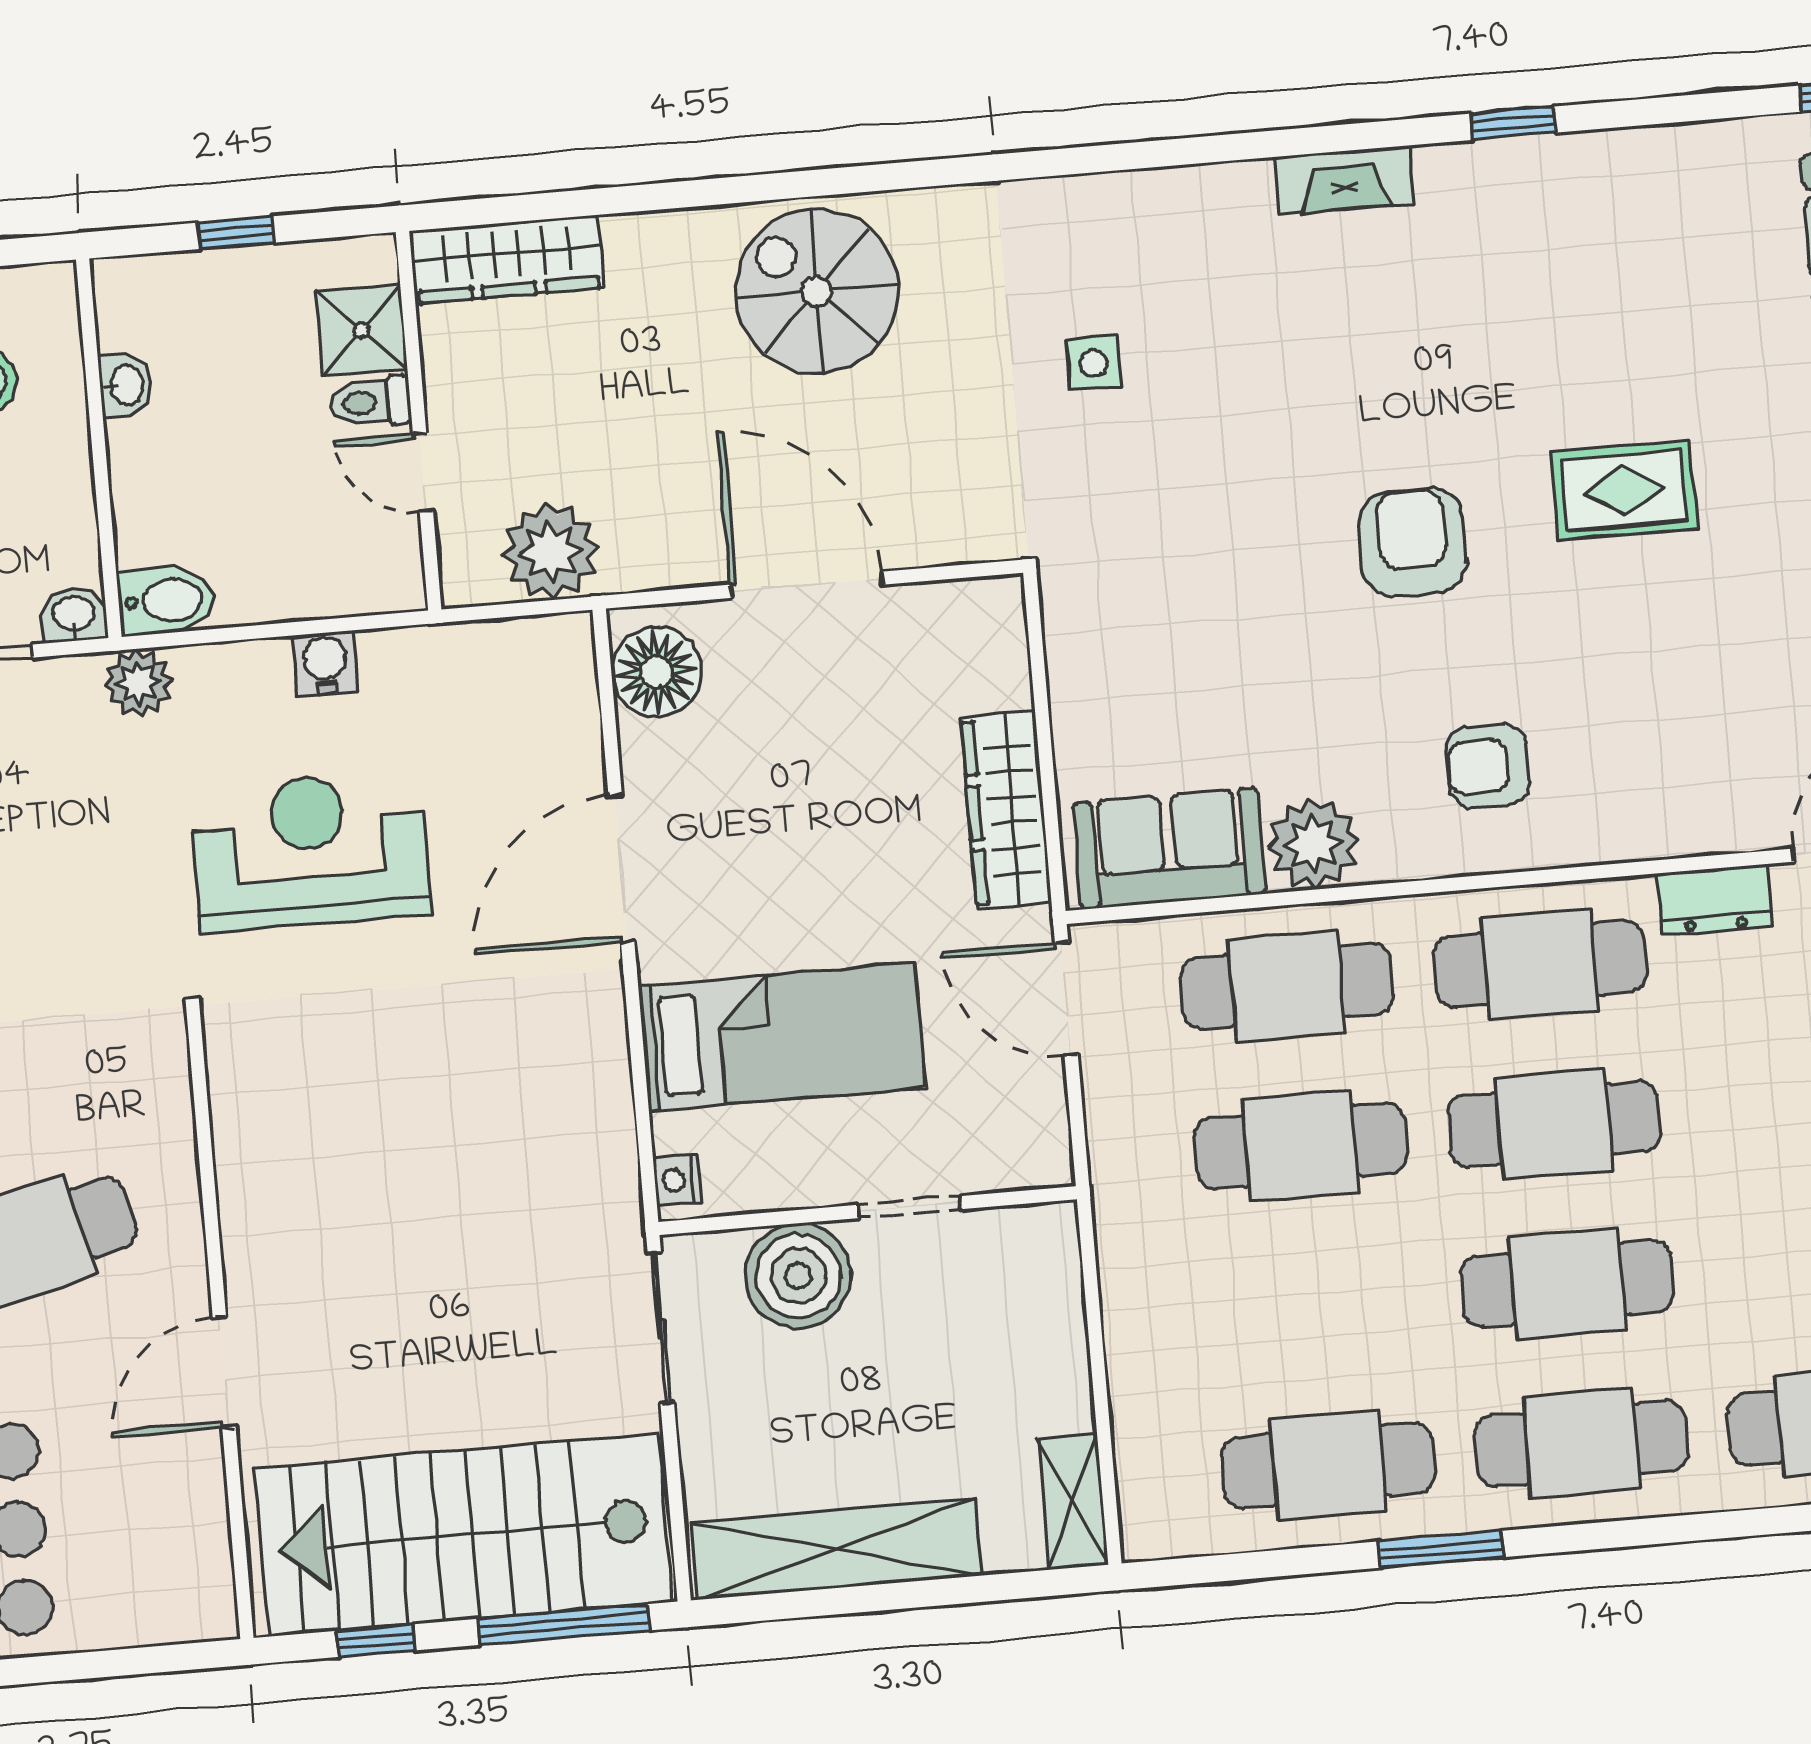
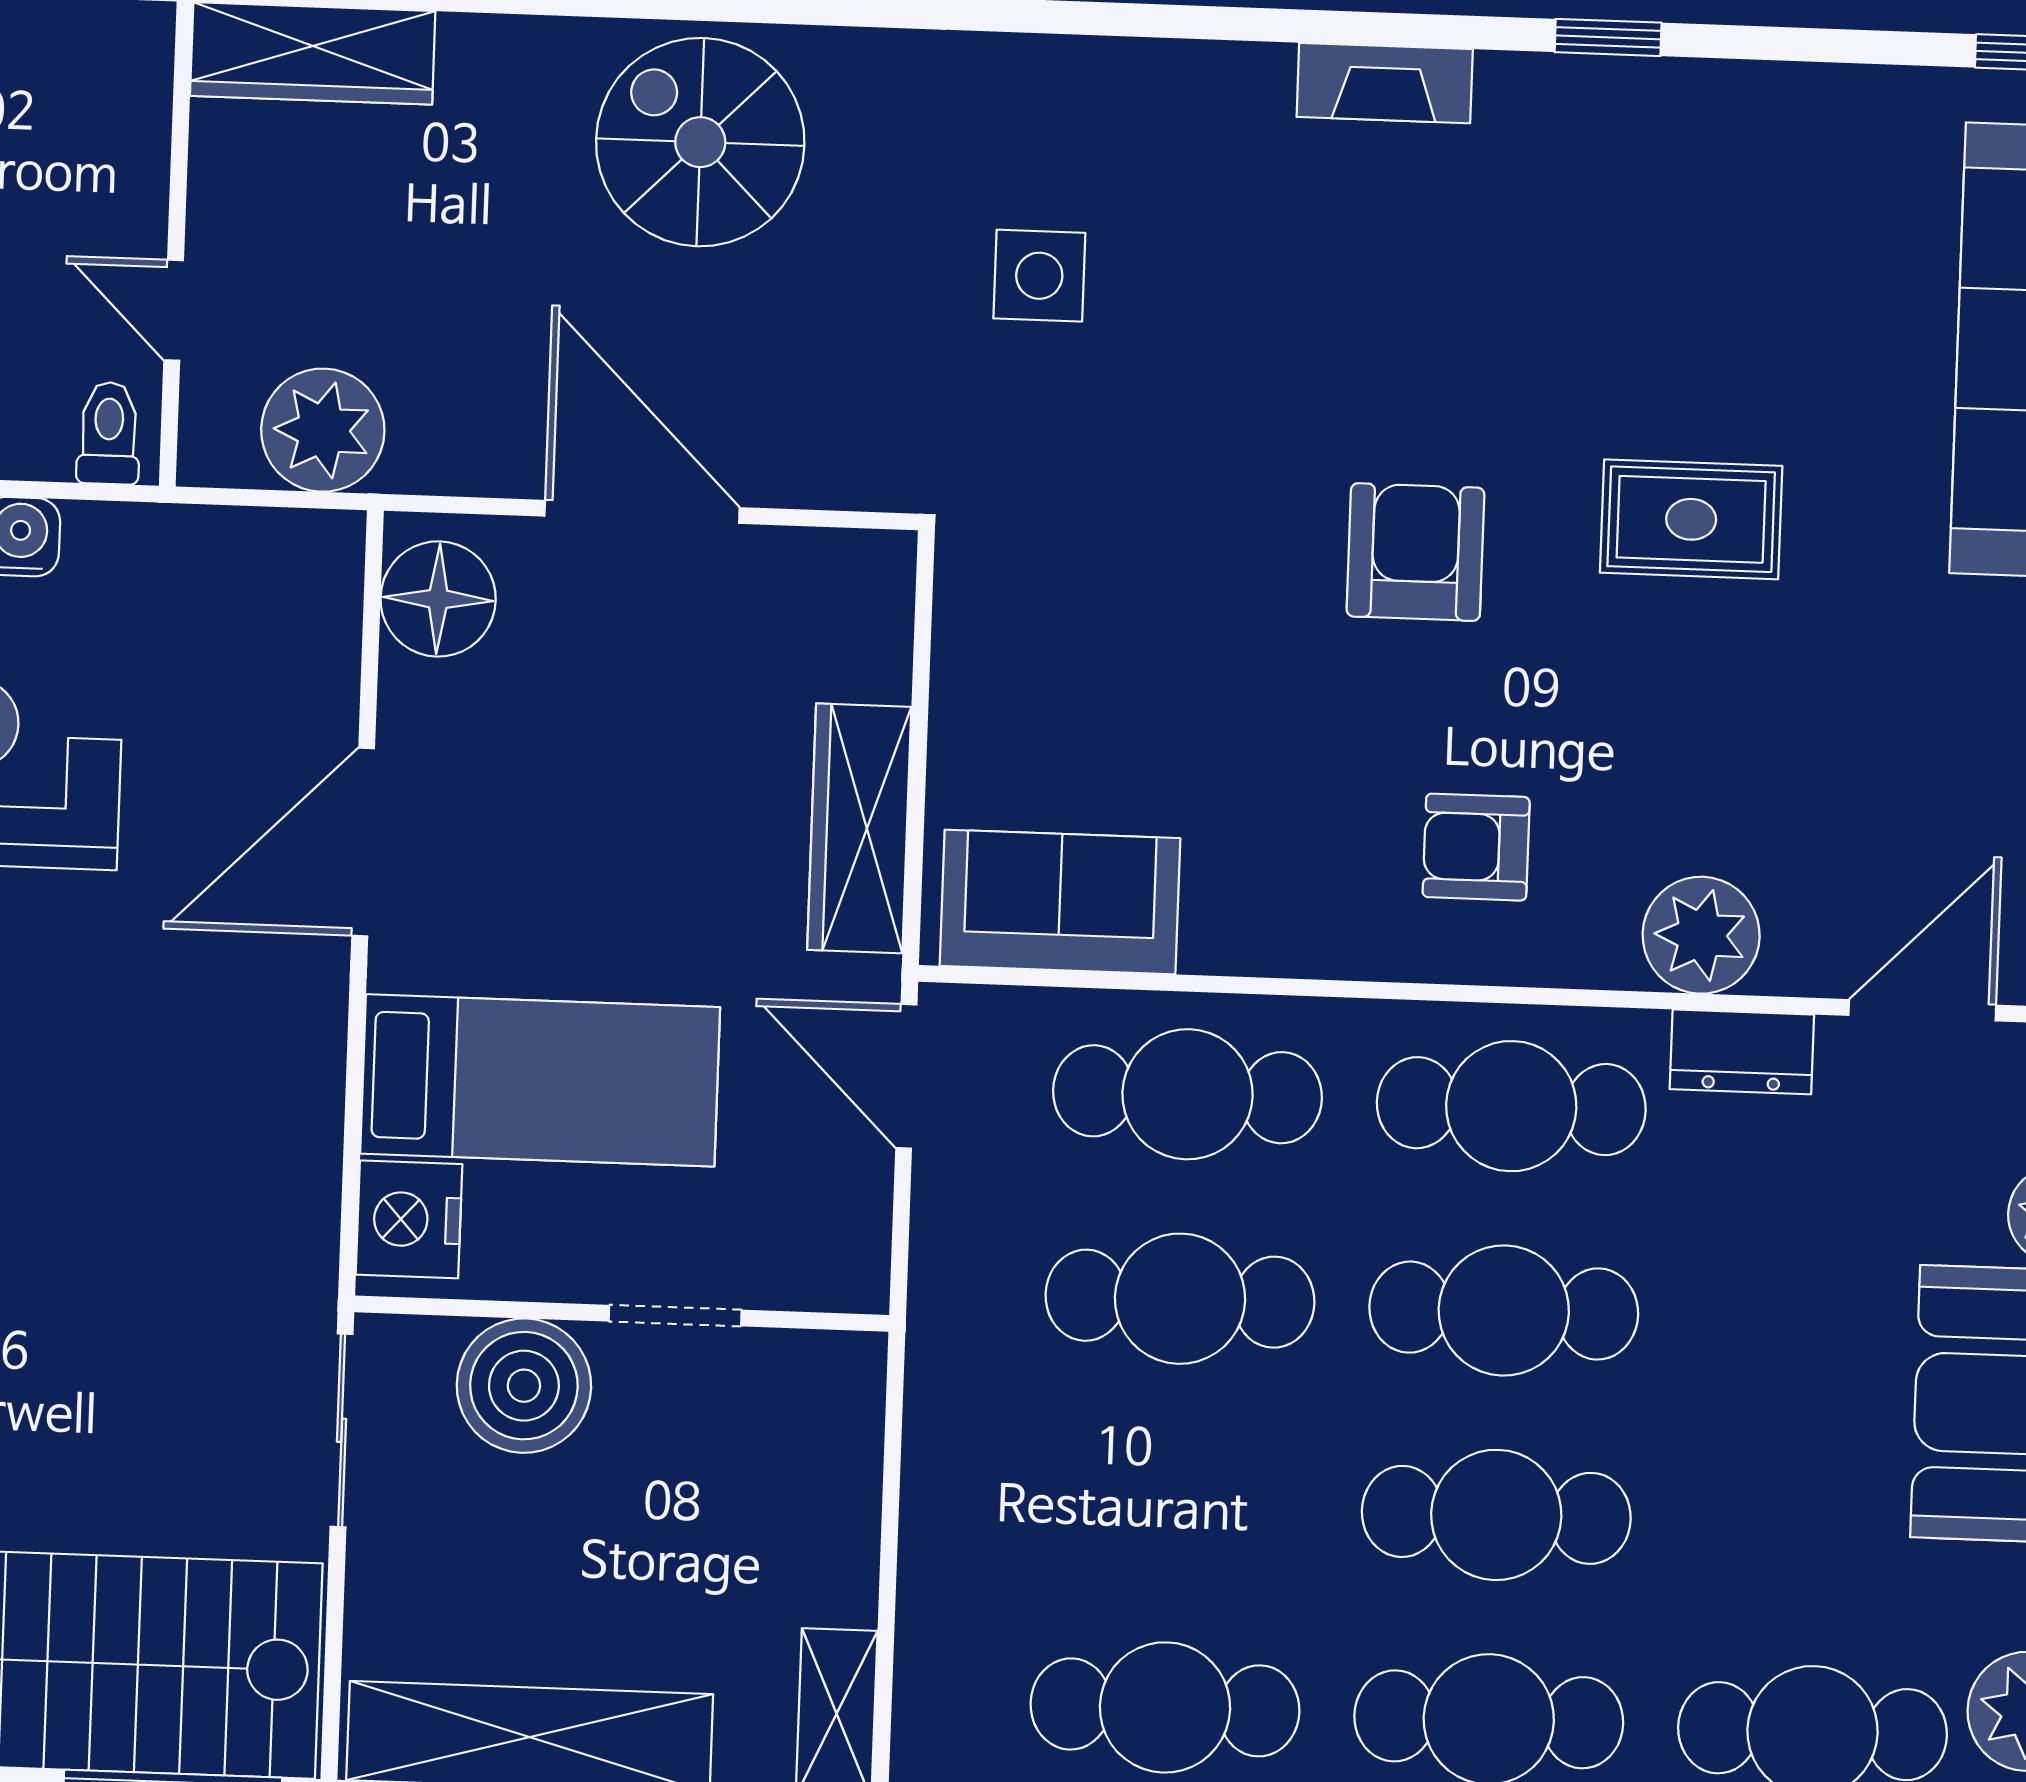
shower: (362, 330) -> (118, 121), removed
side table: (1093, 363) -> (1039, 276), width x1.37, depth x1.37
toilet: (370, 402) -> (109, 433), moved, turned 90
plant: (1313, 844) -> (1701, 935), moved
nightstand: (677, 1180) -> (409, 1219), width x1.89, depth x1.79

